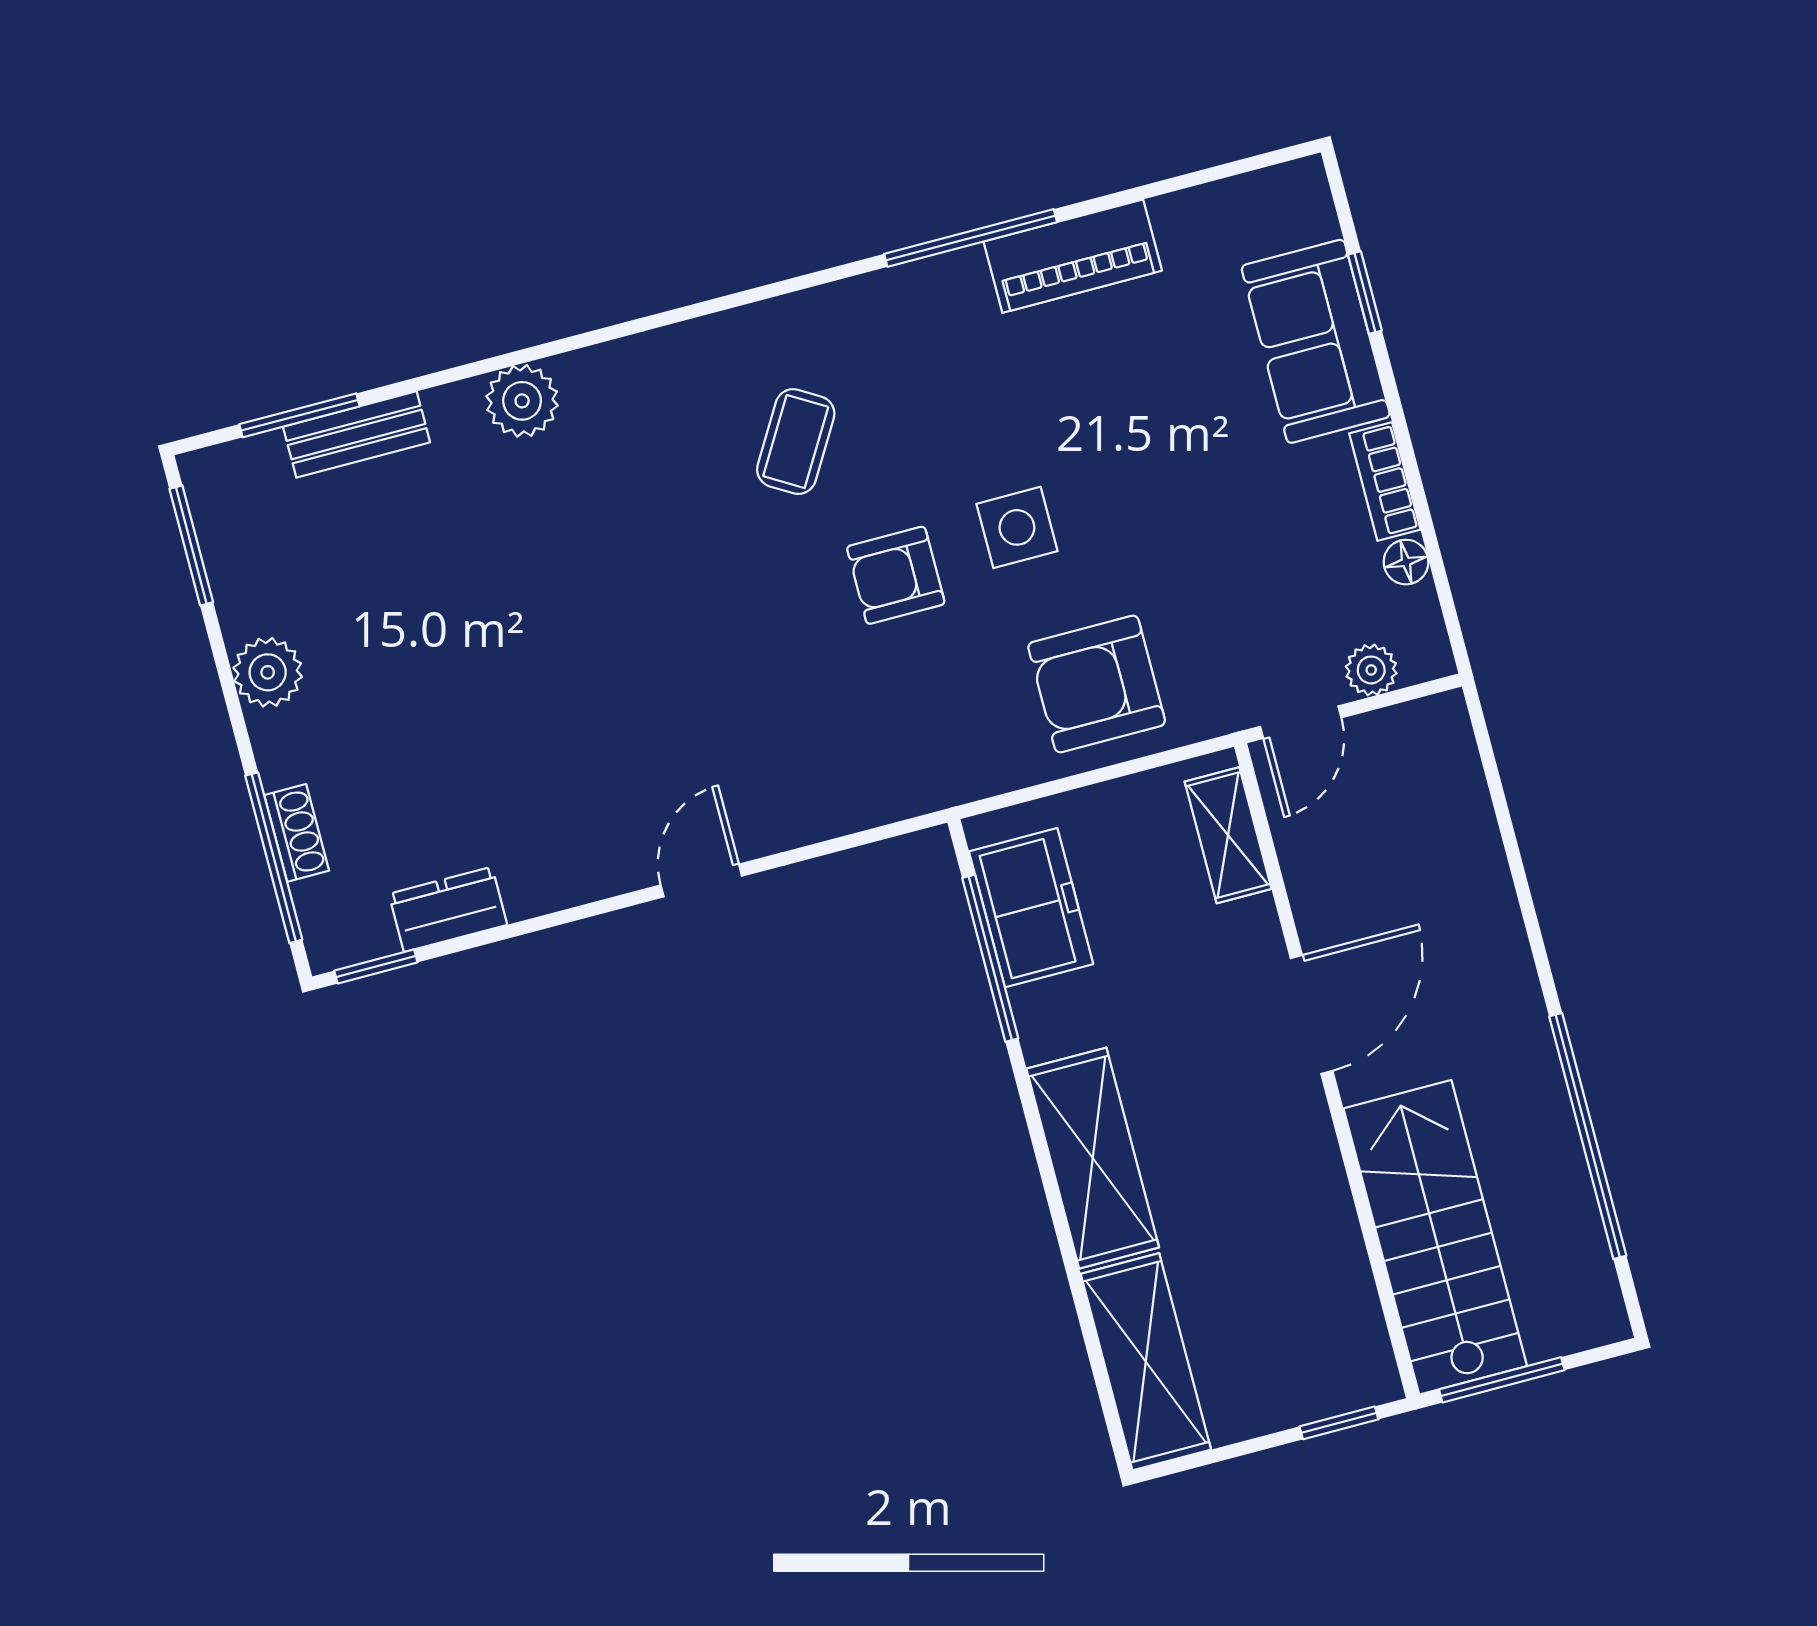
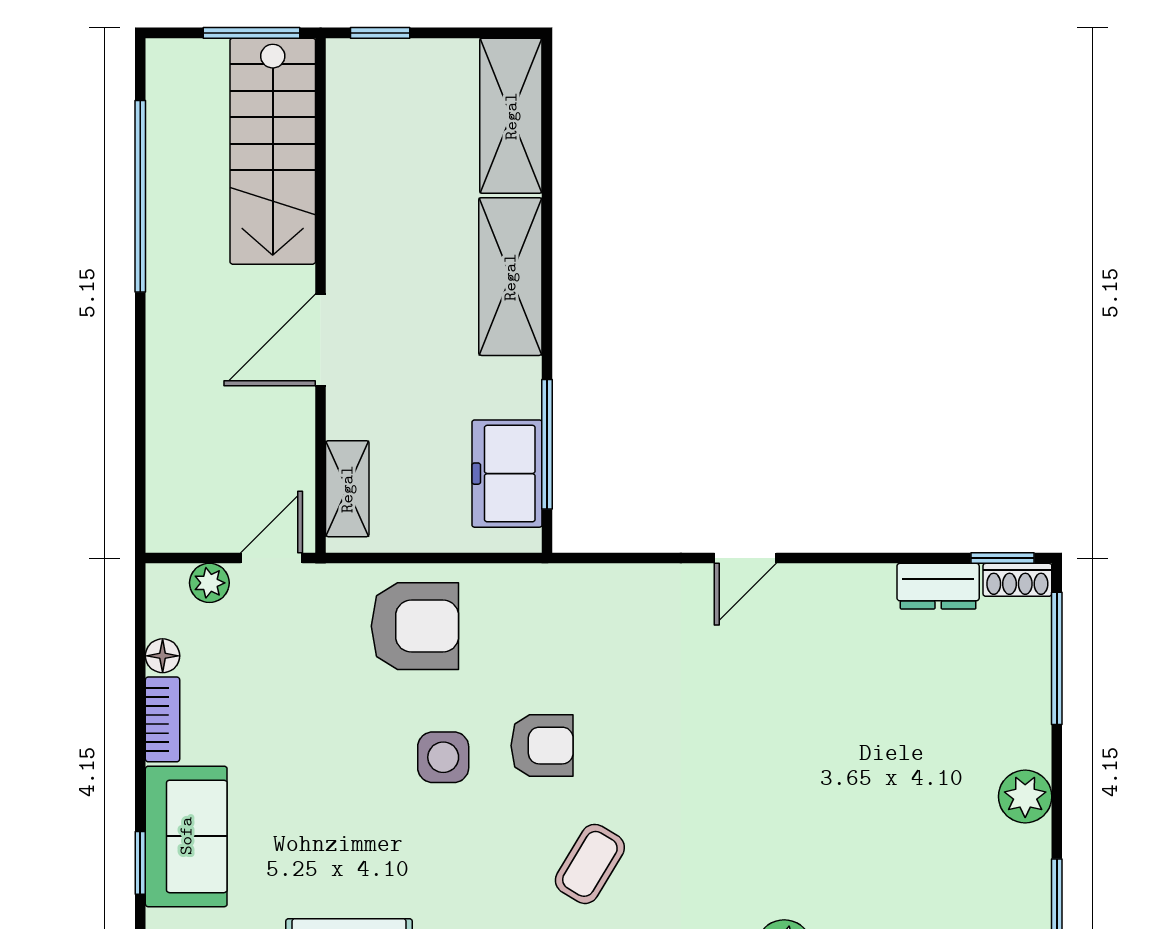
shoe rack: (297, 833) -> (1017, 580), moved, turned -90

